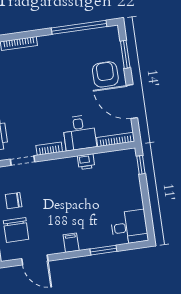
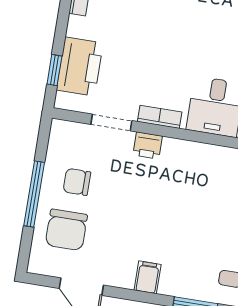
printer: (86, 162) -> (148, 146), moved

